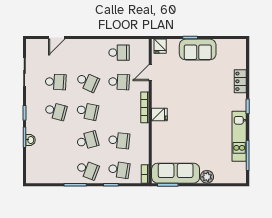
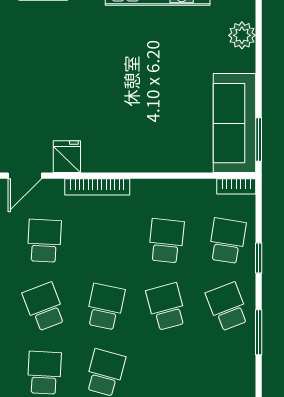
door: (150, 73) -> (25, 176), hinge flipped
school desk: (87, 82) -> (44, 307), turned -45
fridge: (159, 114) -> (67, 157), moved
school desk: (87, 170) -> (227, 307), turned -42
plant: (207, 177) -> (242, 35), moved

